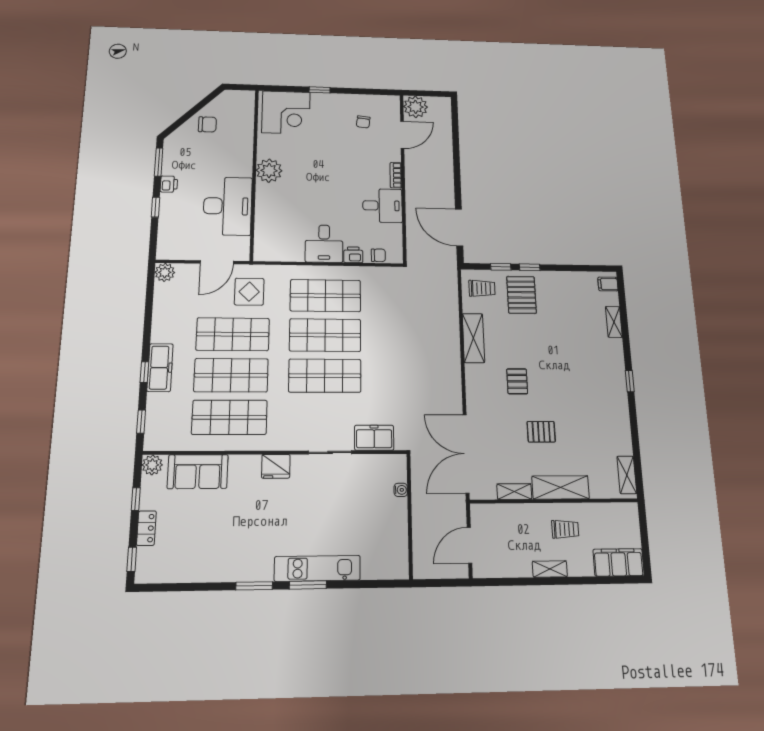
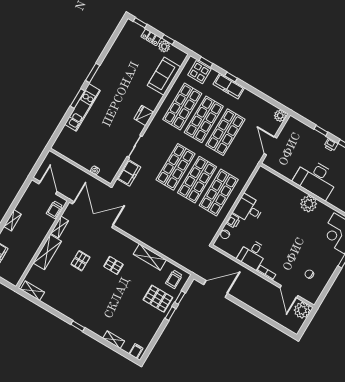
desk: (228, 206) -> (316, 179), moved
display table: (249, 292) -> (199, 72), moved
plant: (152, 465) -> (164, 46), moved
trolley: (565, 529) -> (54, 210), moved

